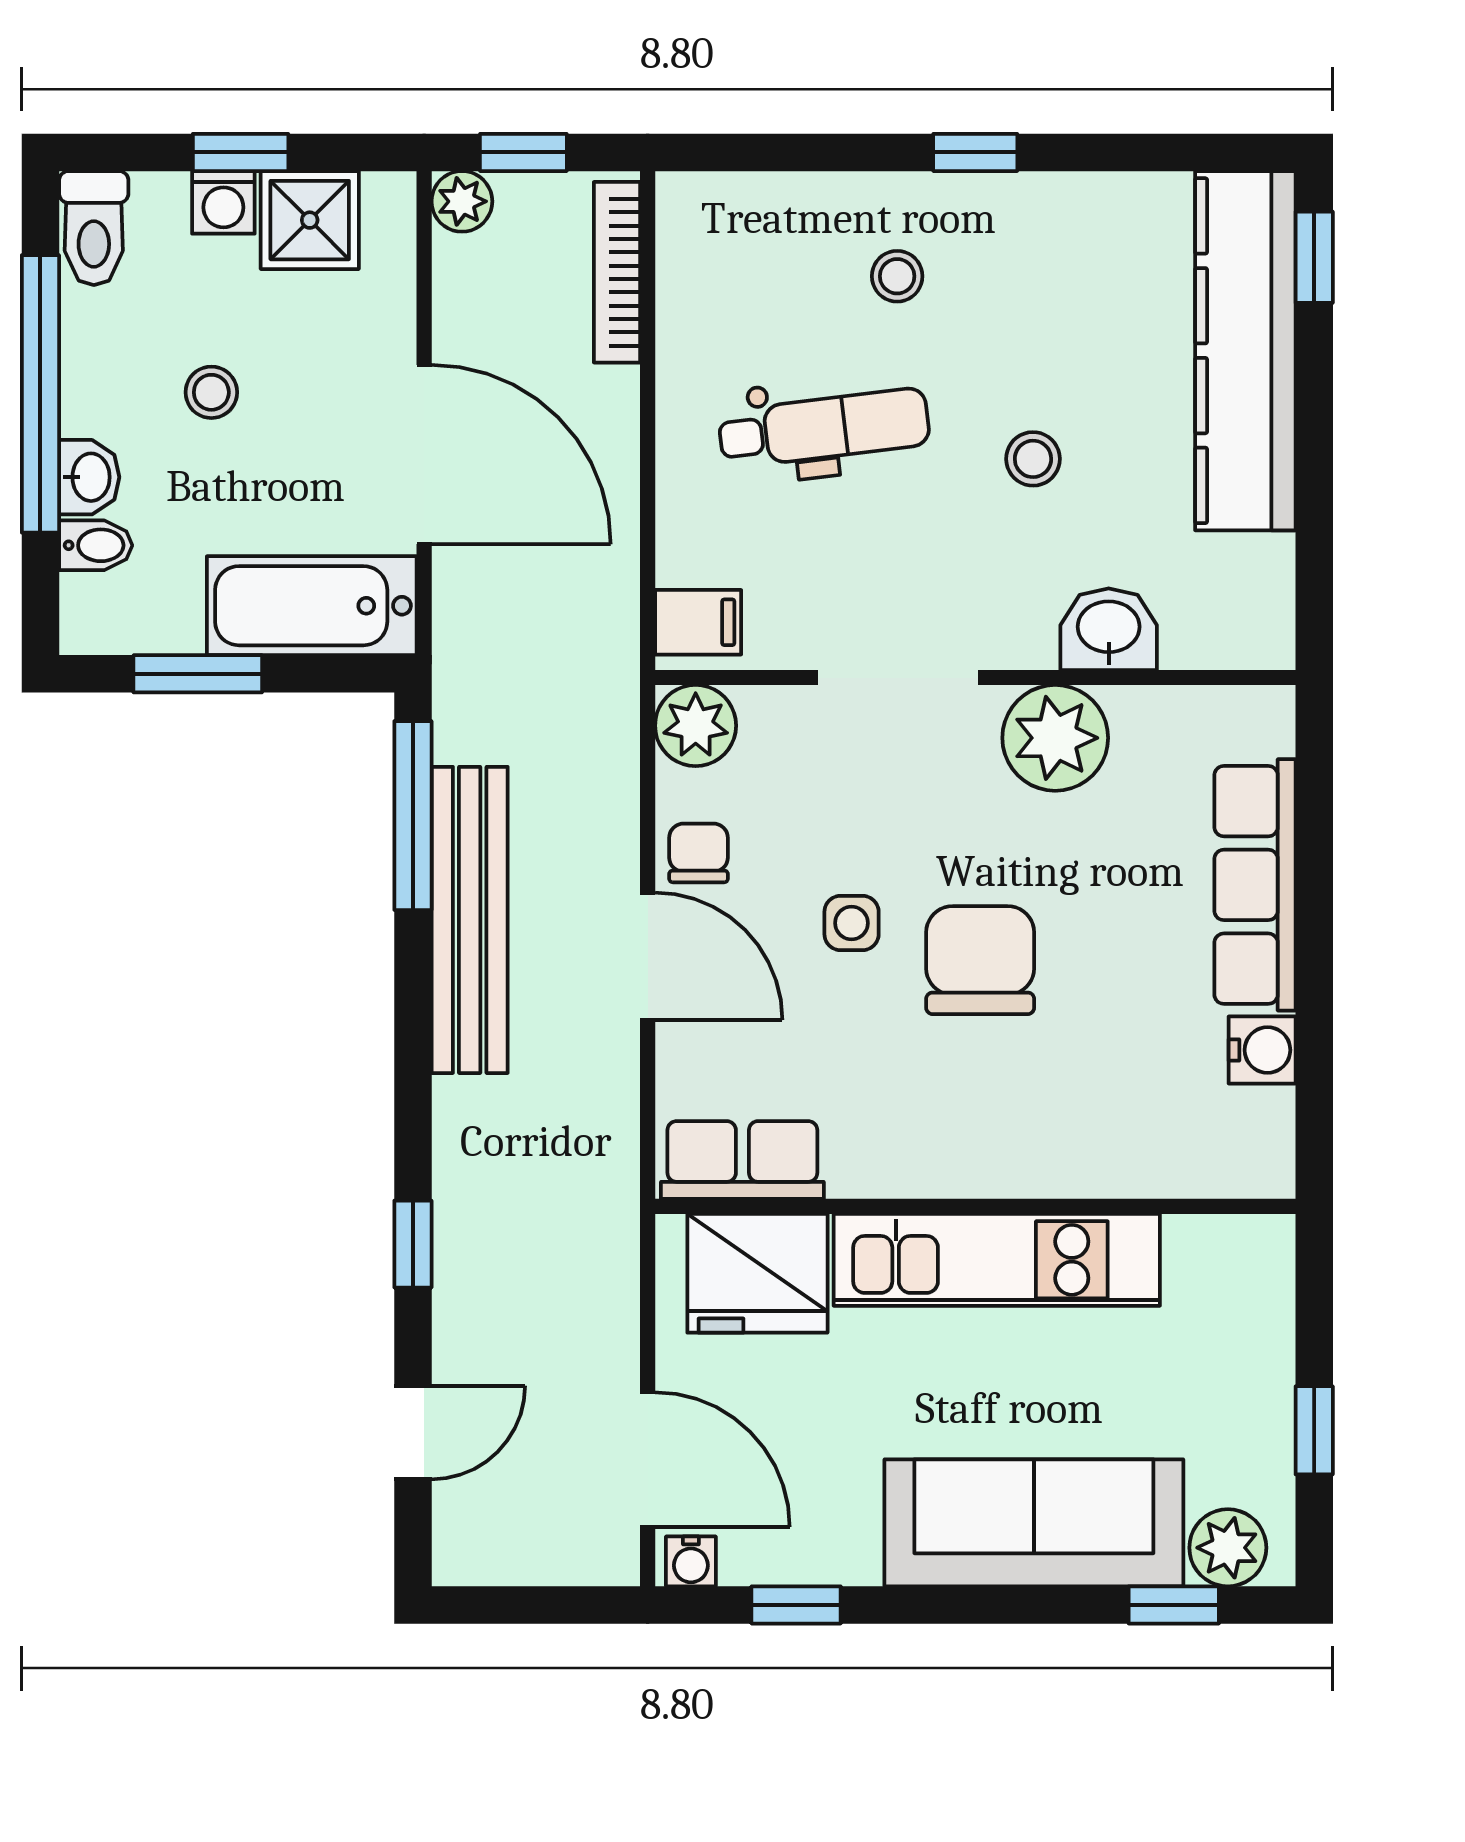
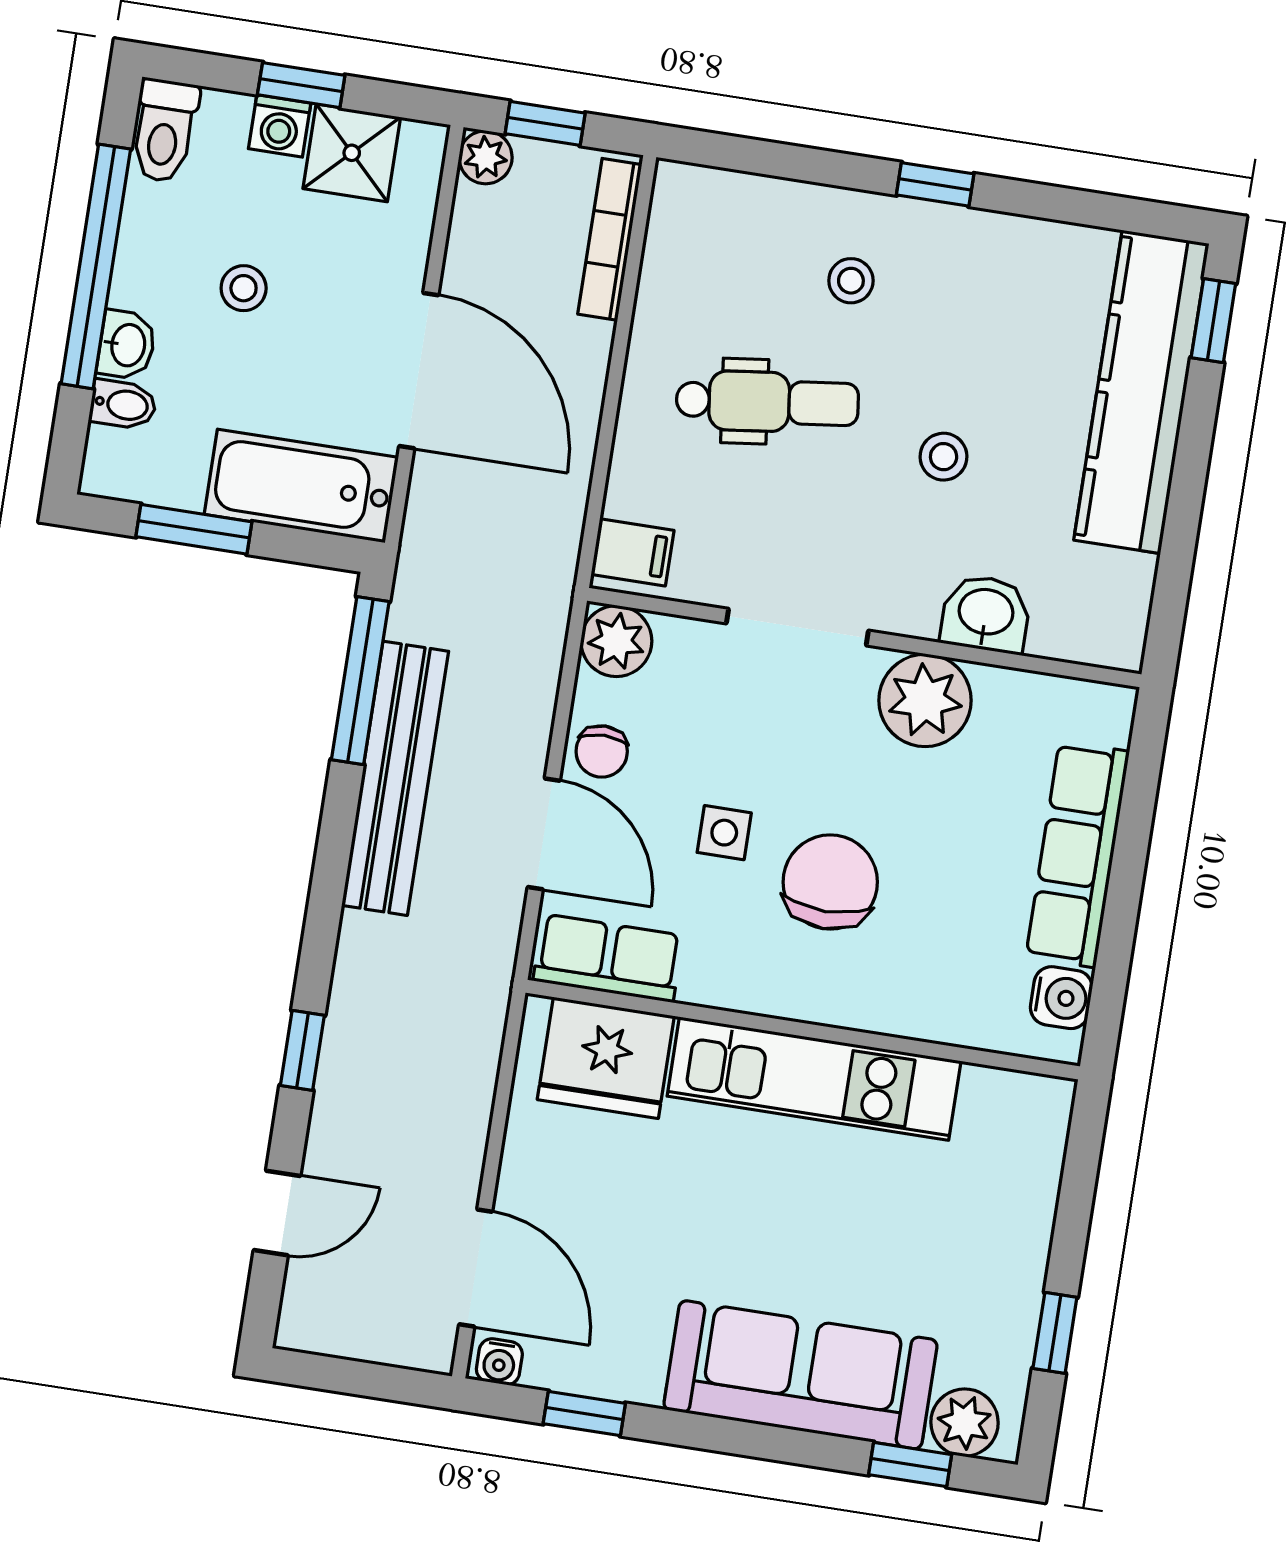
chair: (698, 853) -> (602, 751), turned 180
row of seats: (742, 1160) -> (608, 958), moved
wall: (975, 1206) -> (803, 1030), moved
kitchen unit: (997, 1260) -> (814, 1079), moved
fridge: (757, 1273) -> (606, 1058), moved

